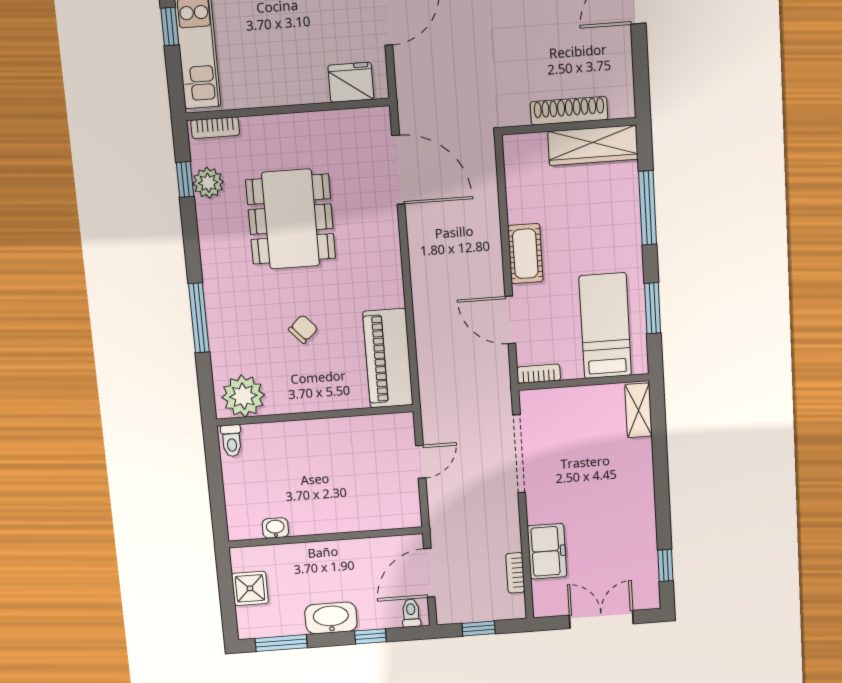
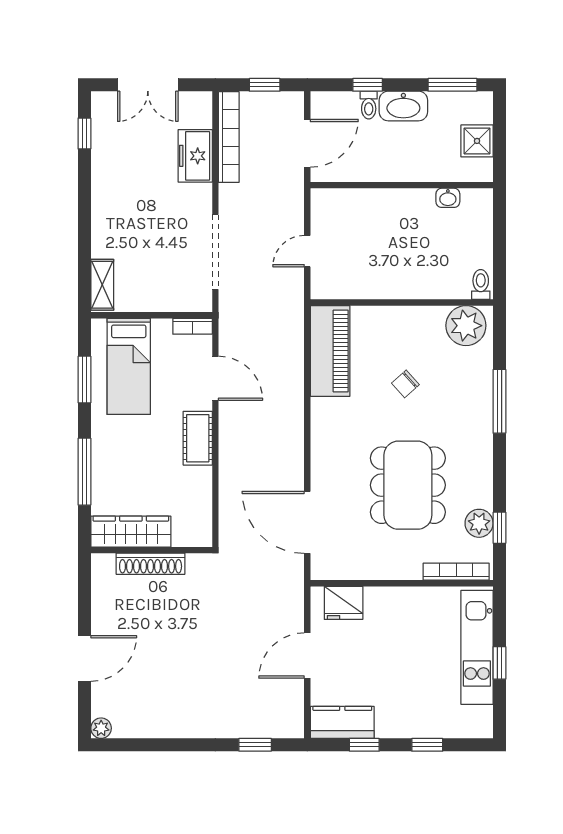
bookcase: (215, 128) -> (456, 572), width x1.56
bookcase: (515, 573) -> (229, 137), width x2.31, depth x1.31
toilet: (411, 613) -> (369, 105), moved

